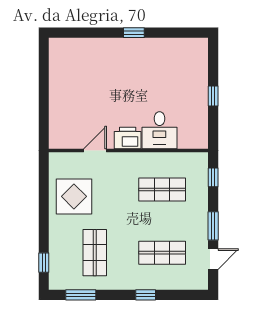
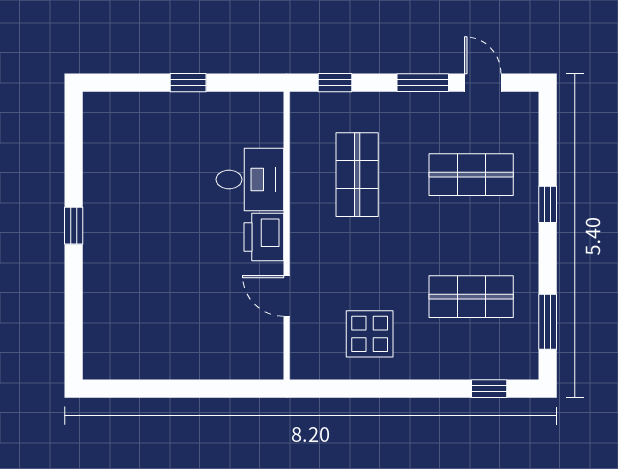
display table: (74, 196) -> (370, 334), width x0.73, depth x0.73
shop shelf: (162, 253) -> (471, 175), turned 90

